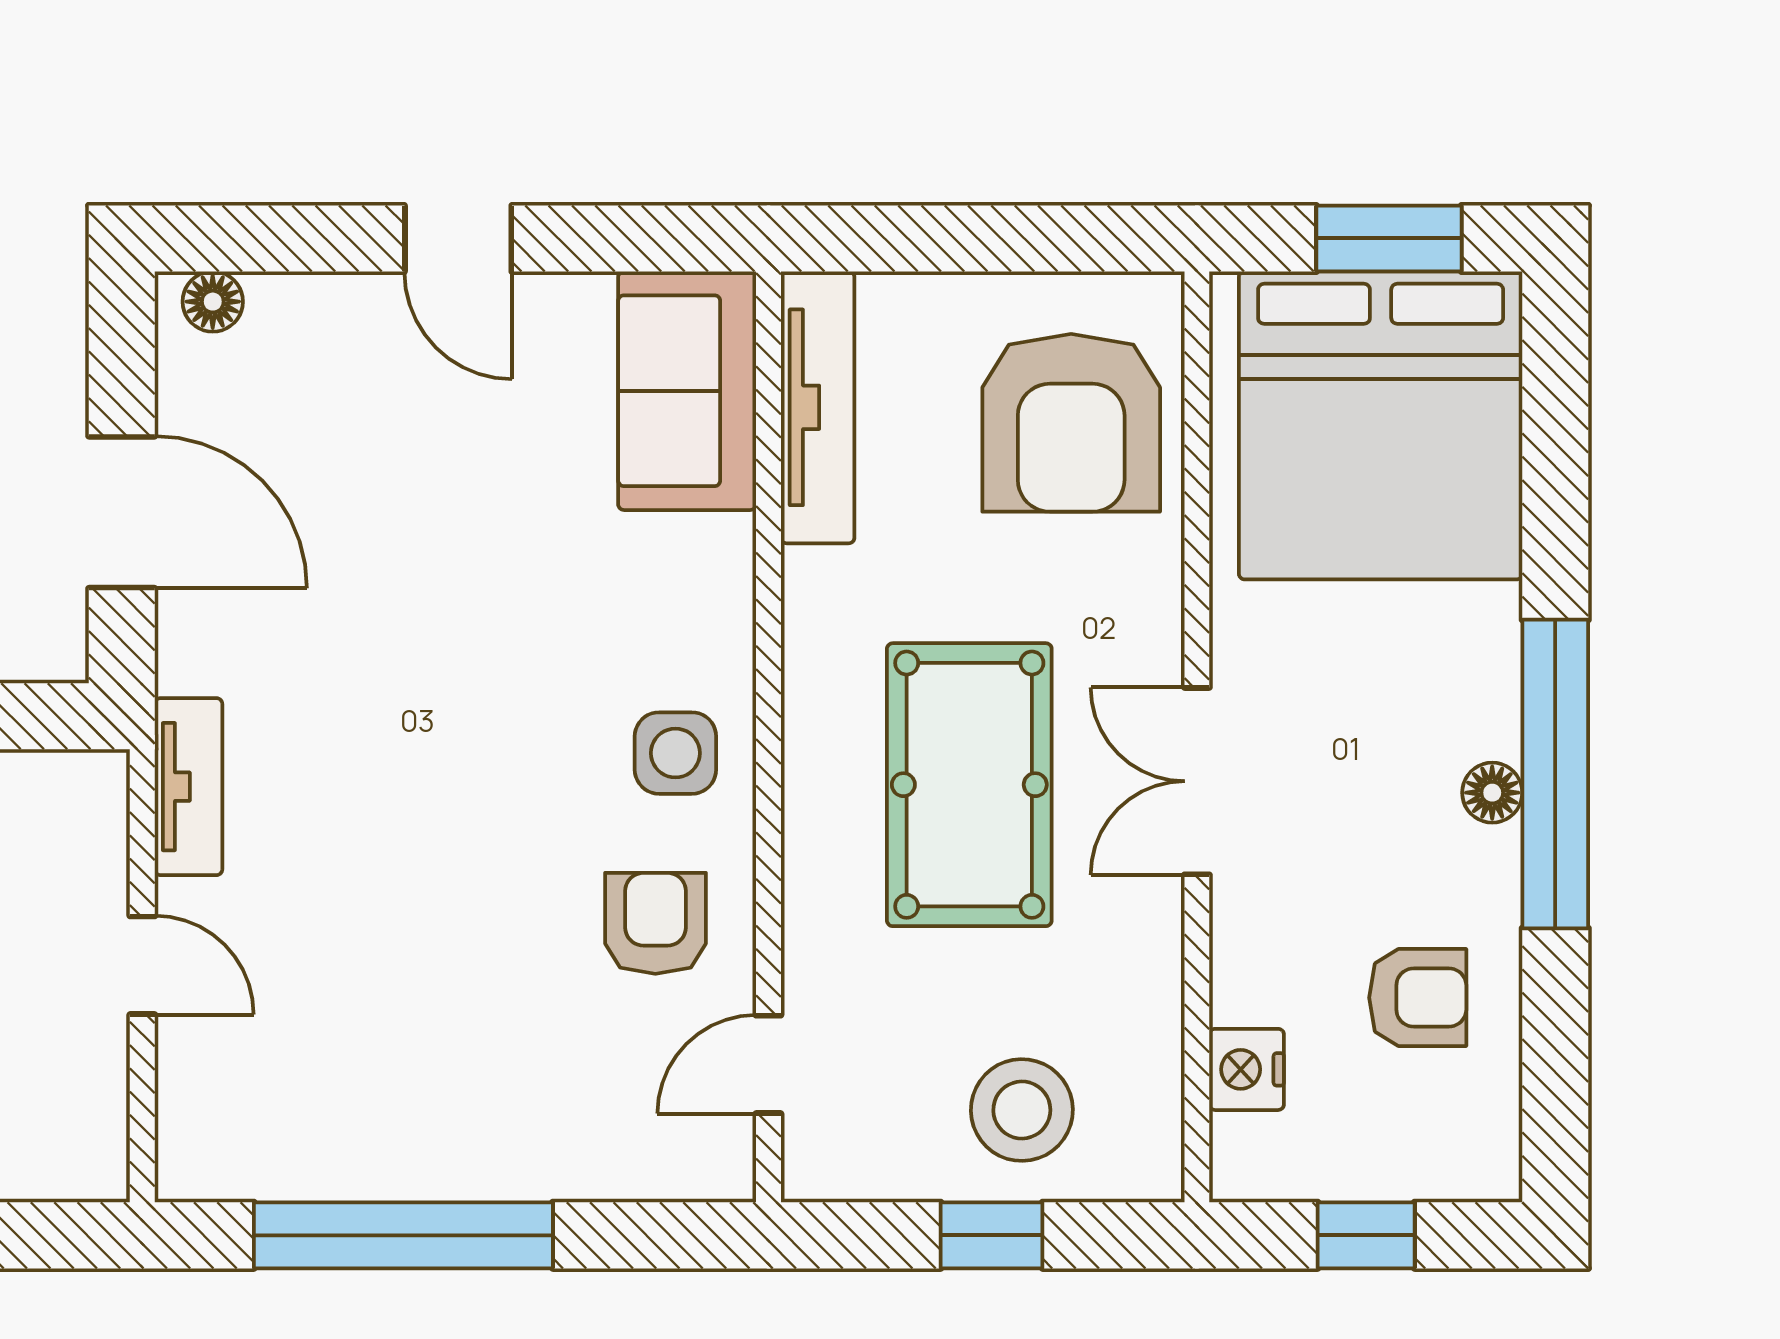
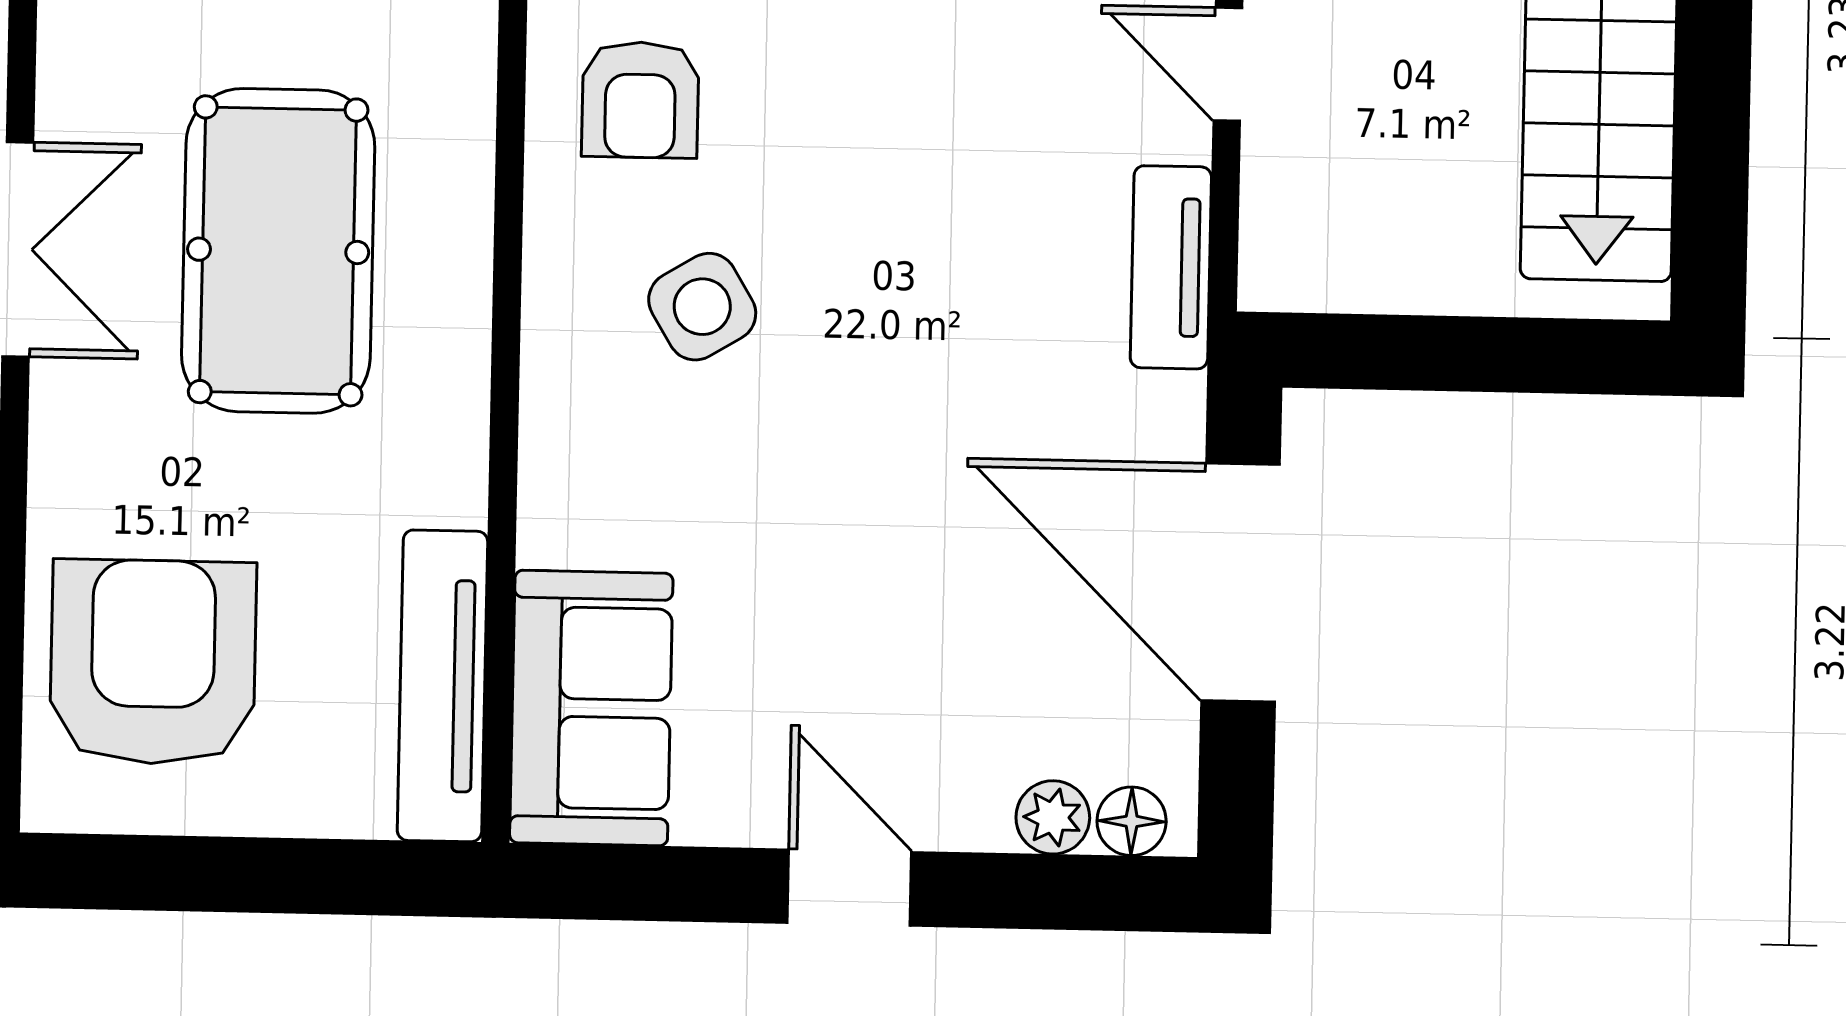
plant: (282, 304) -> (1053, 817), added
door: (122, 512) -> (1241, 583), width x1.36
side table: (675, 753) -> (702, 307), moved, turned -31

